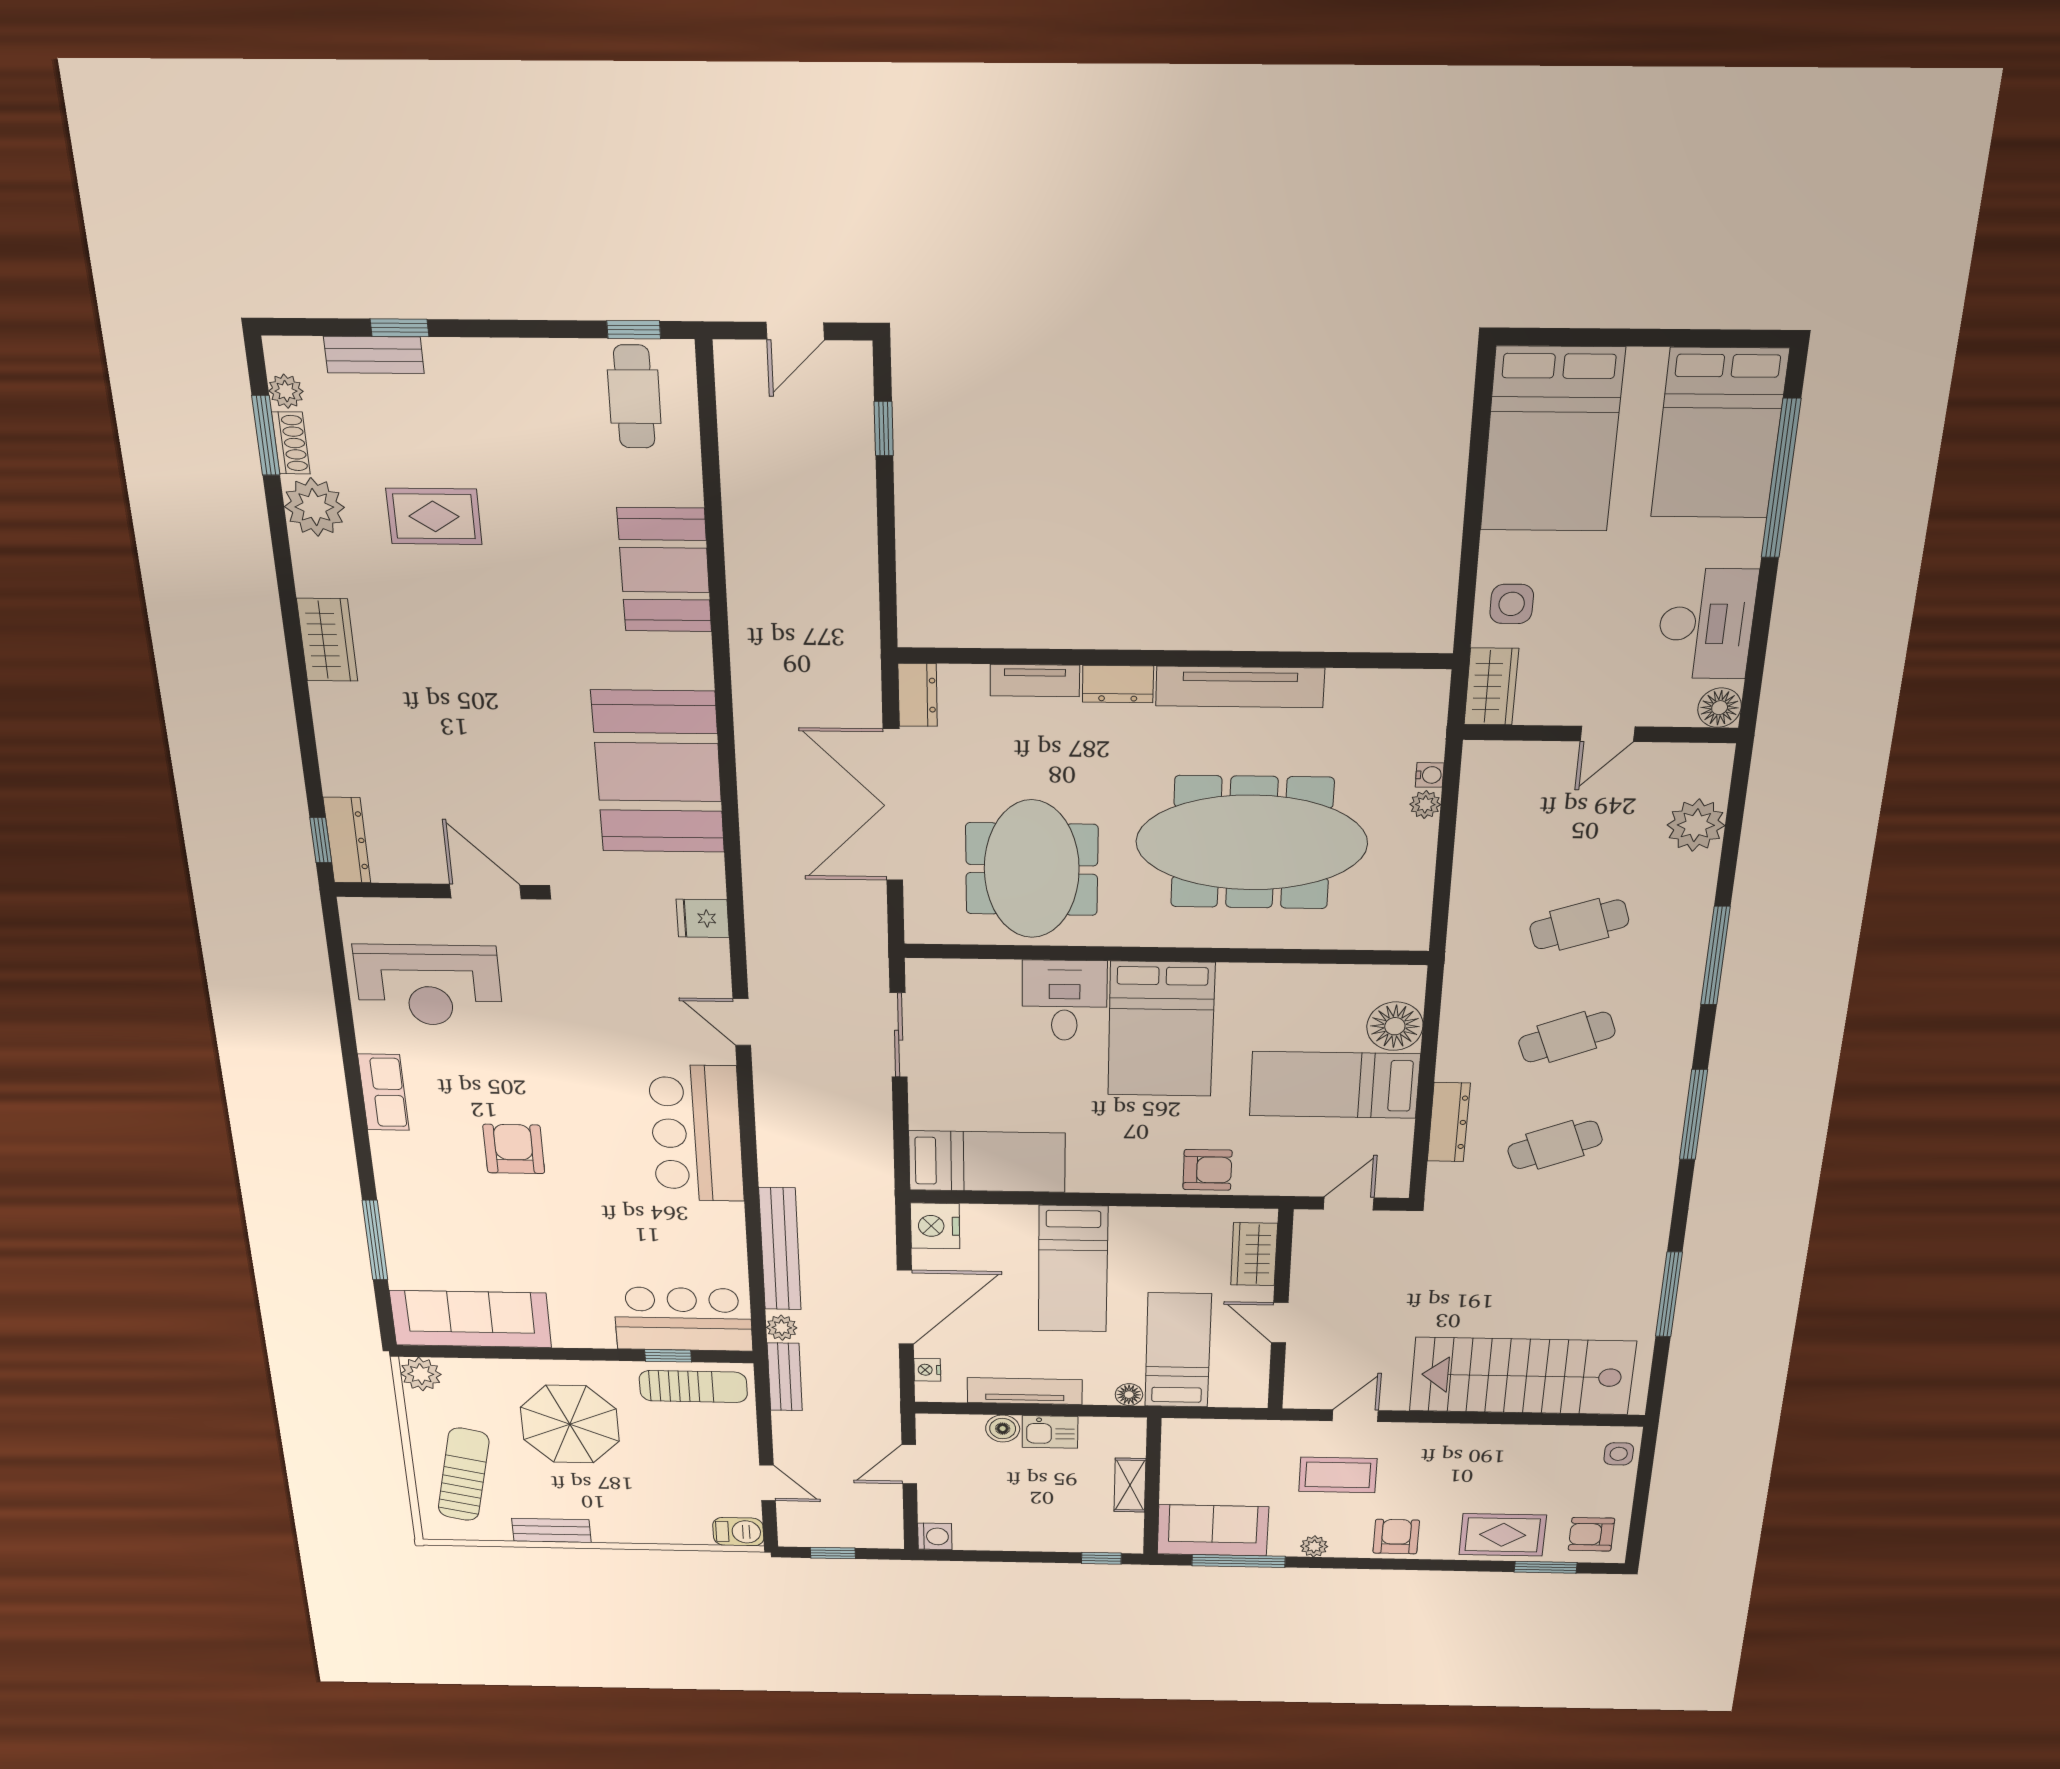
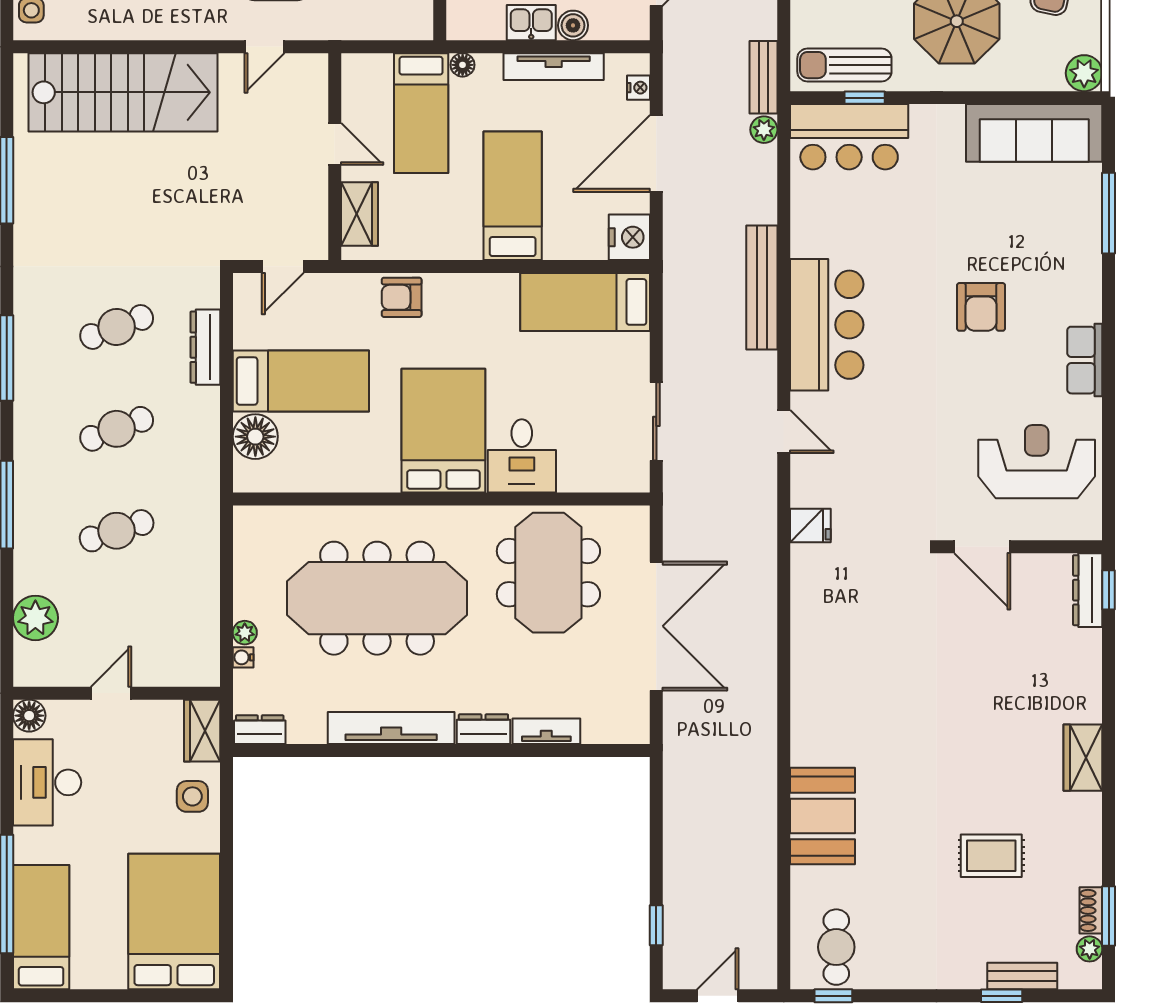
bed: (1719, 433) -> (41, 927), width x0.67
plant: (314, 507) -> (1080, 862), removed
dresser: (918, 695) -> (260, 730), moved, turned 90
booth: (658, 772) -> (838, 652), removed
bench: (780, 1249) -> (762, 288), moved

